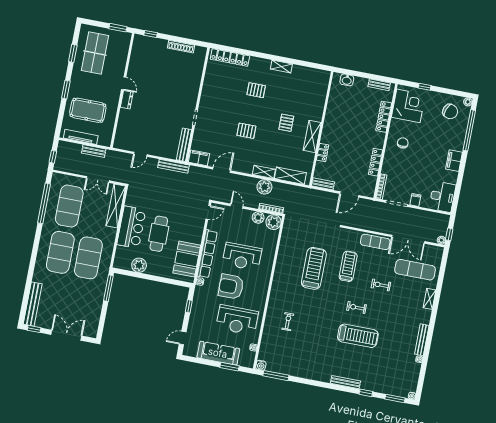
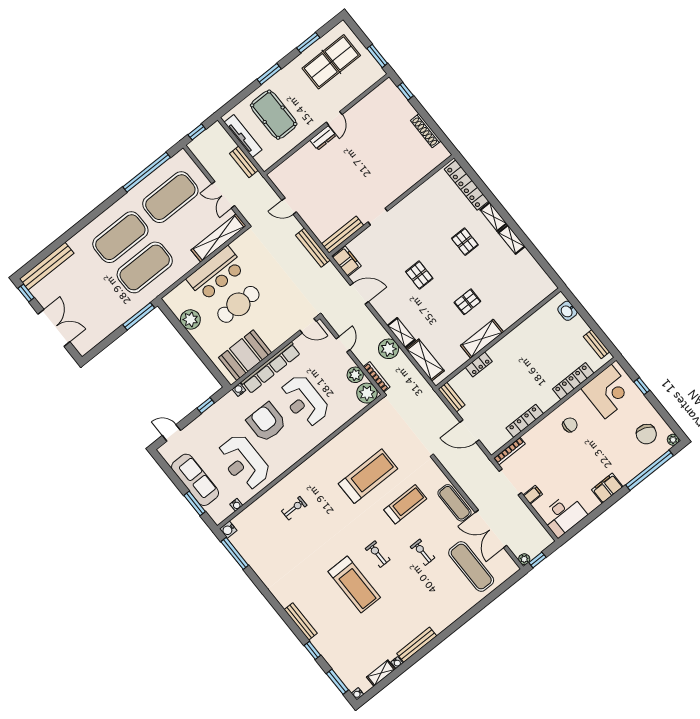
shelving: (260, 62) -> (494, 217), added
shelving: (430, 299) -> (381, 673), moved

